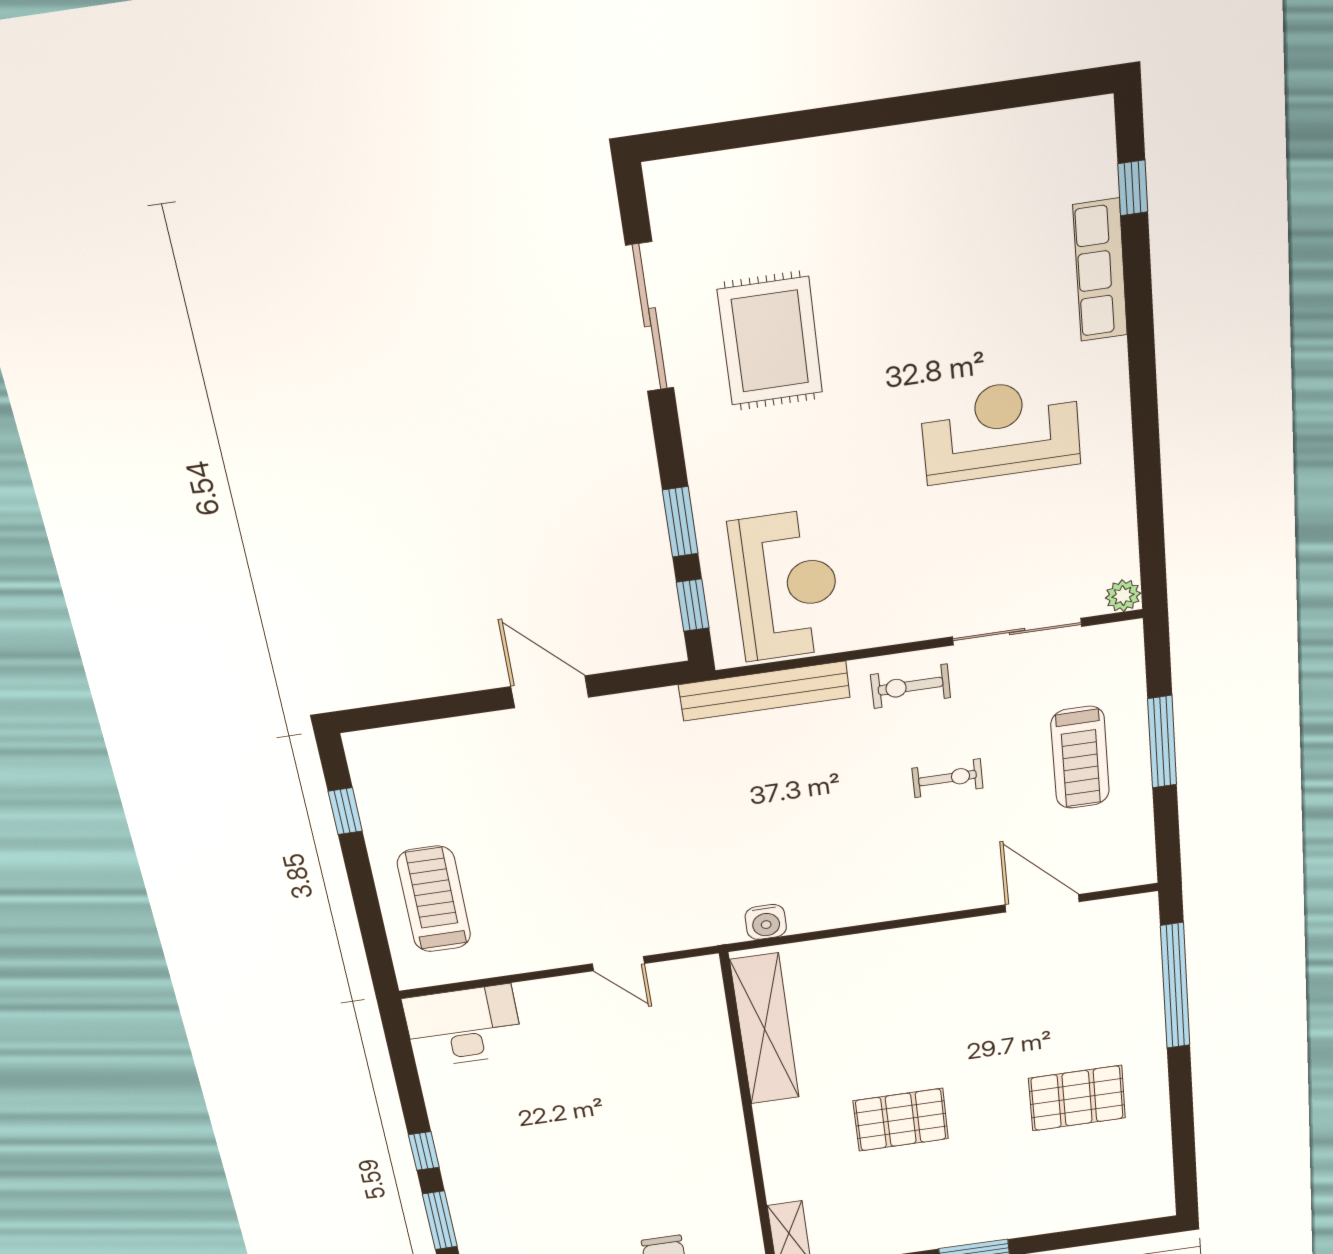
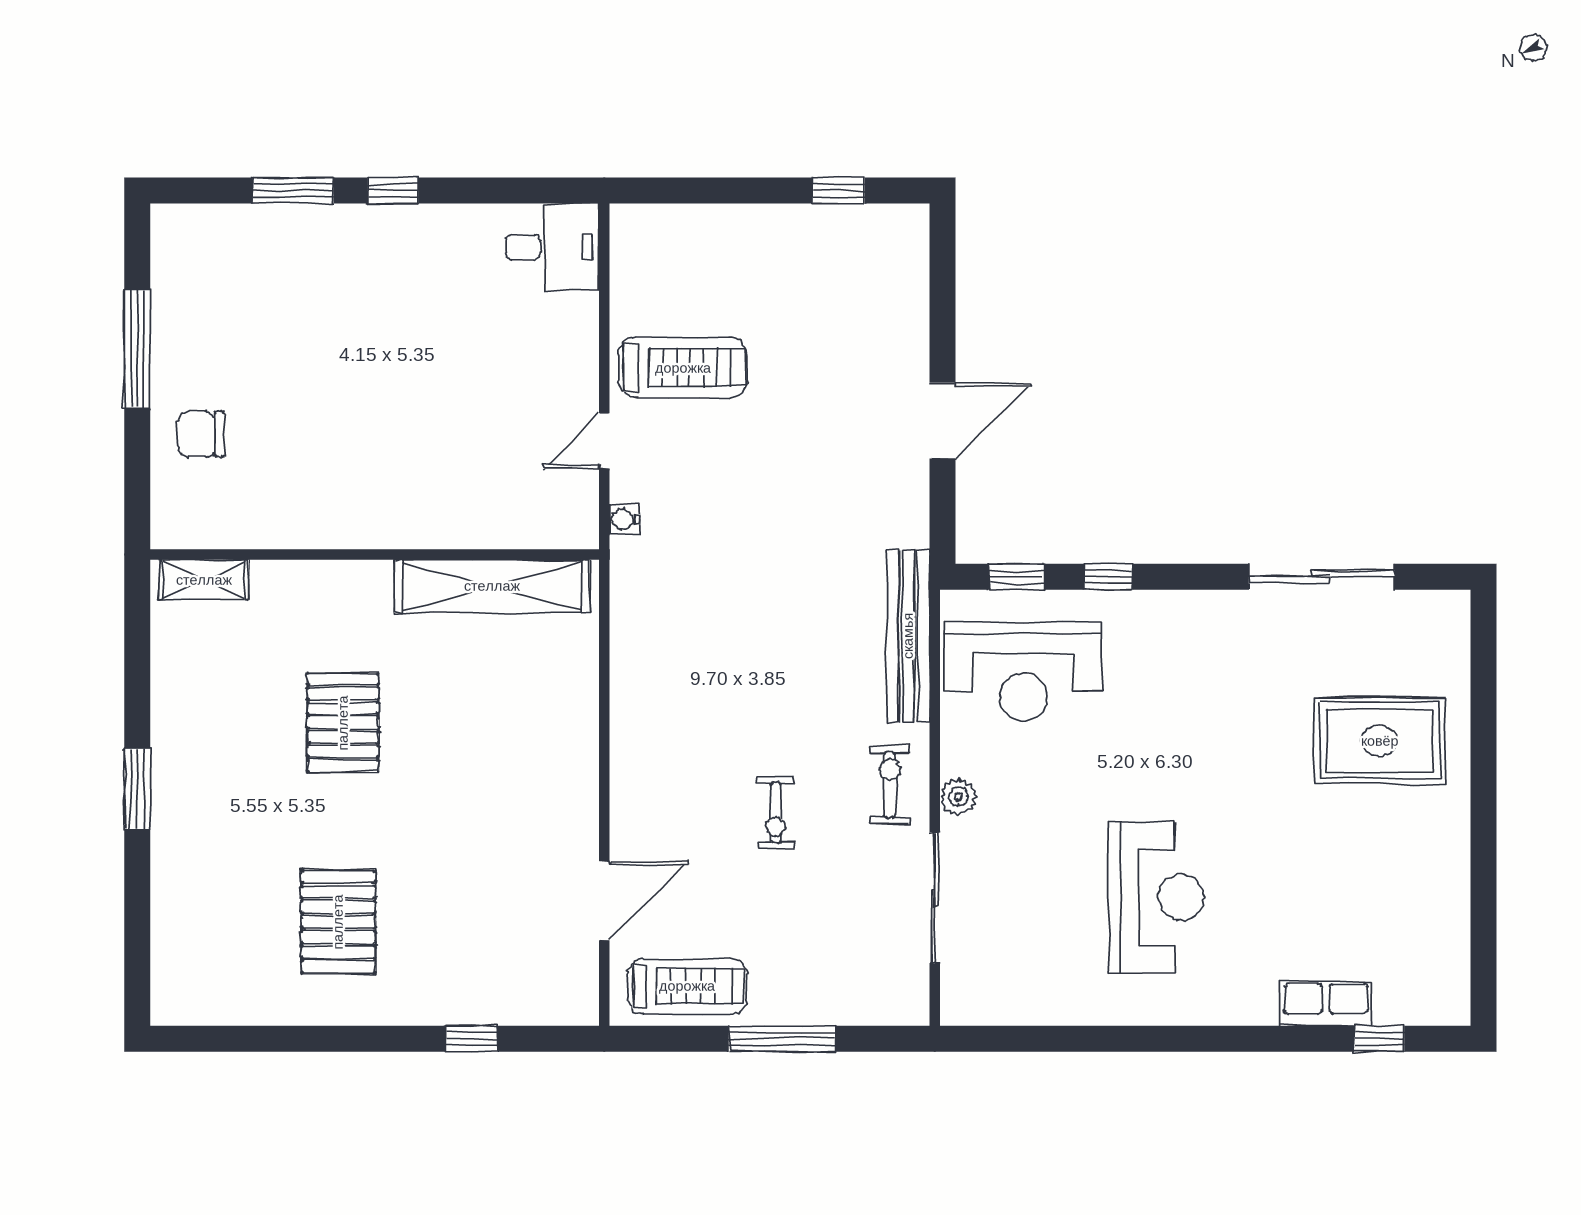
row of seats: (1100, 270) -> (1326, 1004), width x0.68
rug: (770, 341) -> (1380, 741), moved
window: (680, 522) -> (1108, 577), width x0.67
plant: (1123, 596) -> (958, 797), moved
treadmill: (1080, 758) -> (687, 986), moved, turned 180
treadmill: (434, 899) -> (683, 368), moved
water cooler: (766, 922) -> (625, 519), moved, width x0.72, depth x0.72
window: (1175, 986) -> (472, 1039), width x0.32
desk: (463, 1026) -> (552, 247), width x0.73

